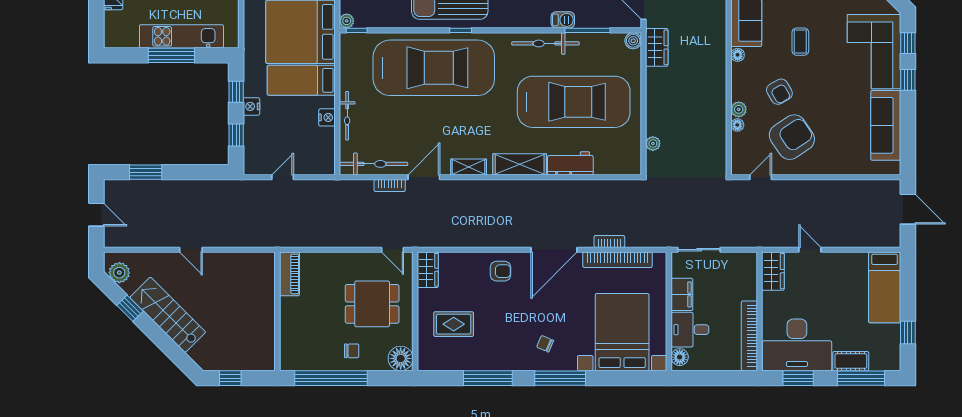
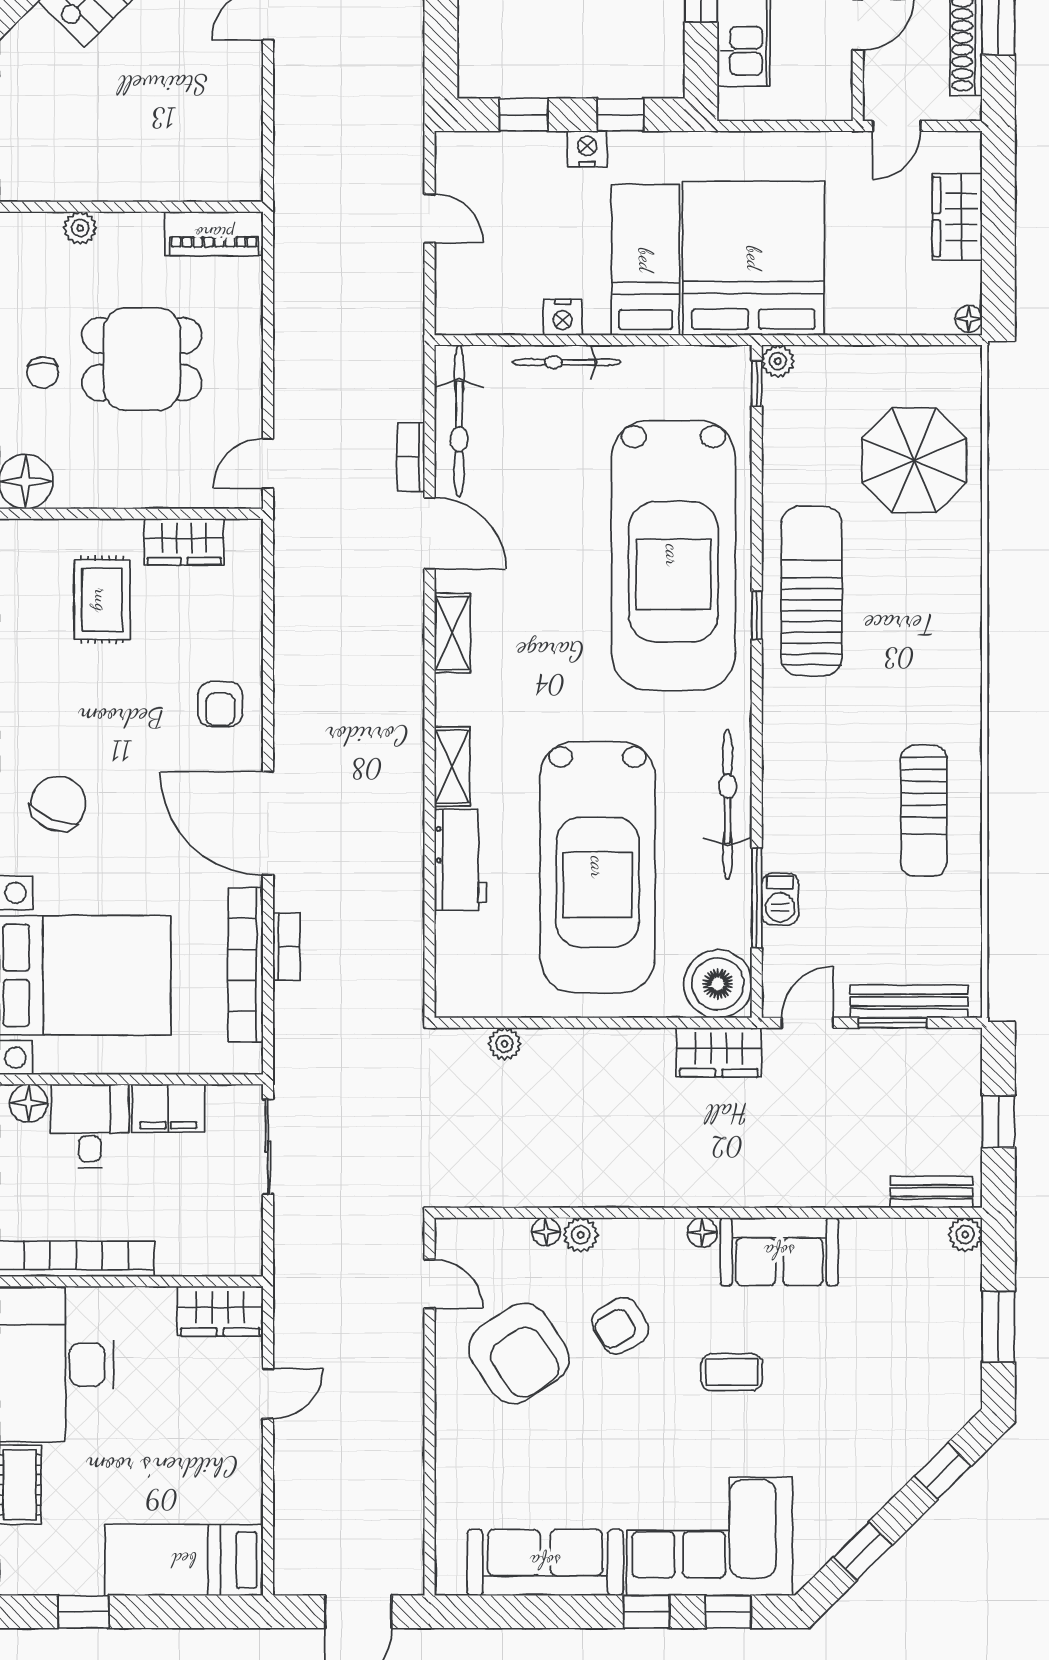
barbecue: (563, 20) -> (780, 899), moved
boiler: (633, 41) -> (718, 984), width x1.86, depth x1.86
shelving: (520, 164) -> (452, 767), width x0.67, depth x0.75
wardrobe: (428, 270) -> (184, 542), moved
dining table: (372, 304) -> (142, 359), moved, turned 90
plant: (287, 334) -> (80, 228), added
chair: (545, 344) -> (58, 804), width x1.87, depth x1.87

